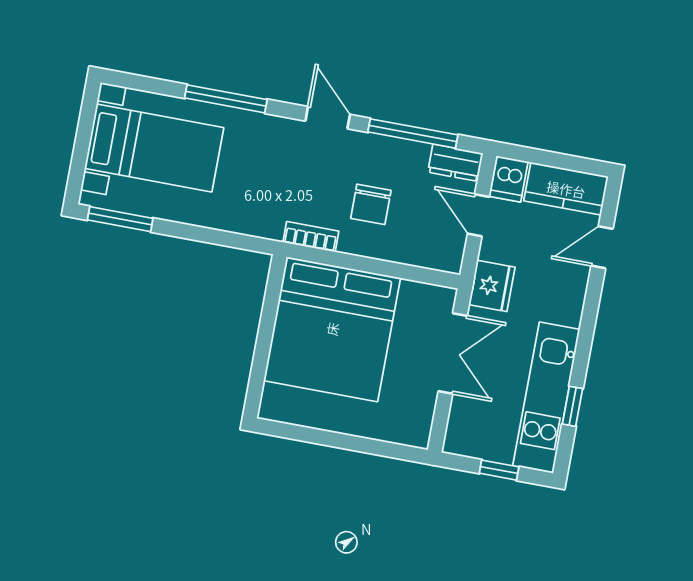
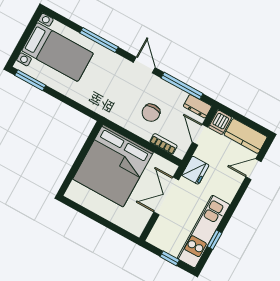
bookcase: (311, 237) -> (163, 144), moved
double door: (453, 354) -> (166, 196), swing flipped

